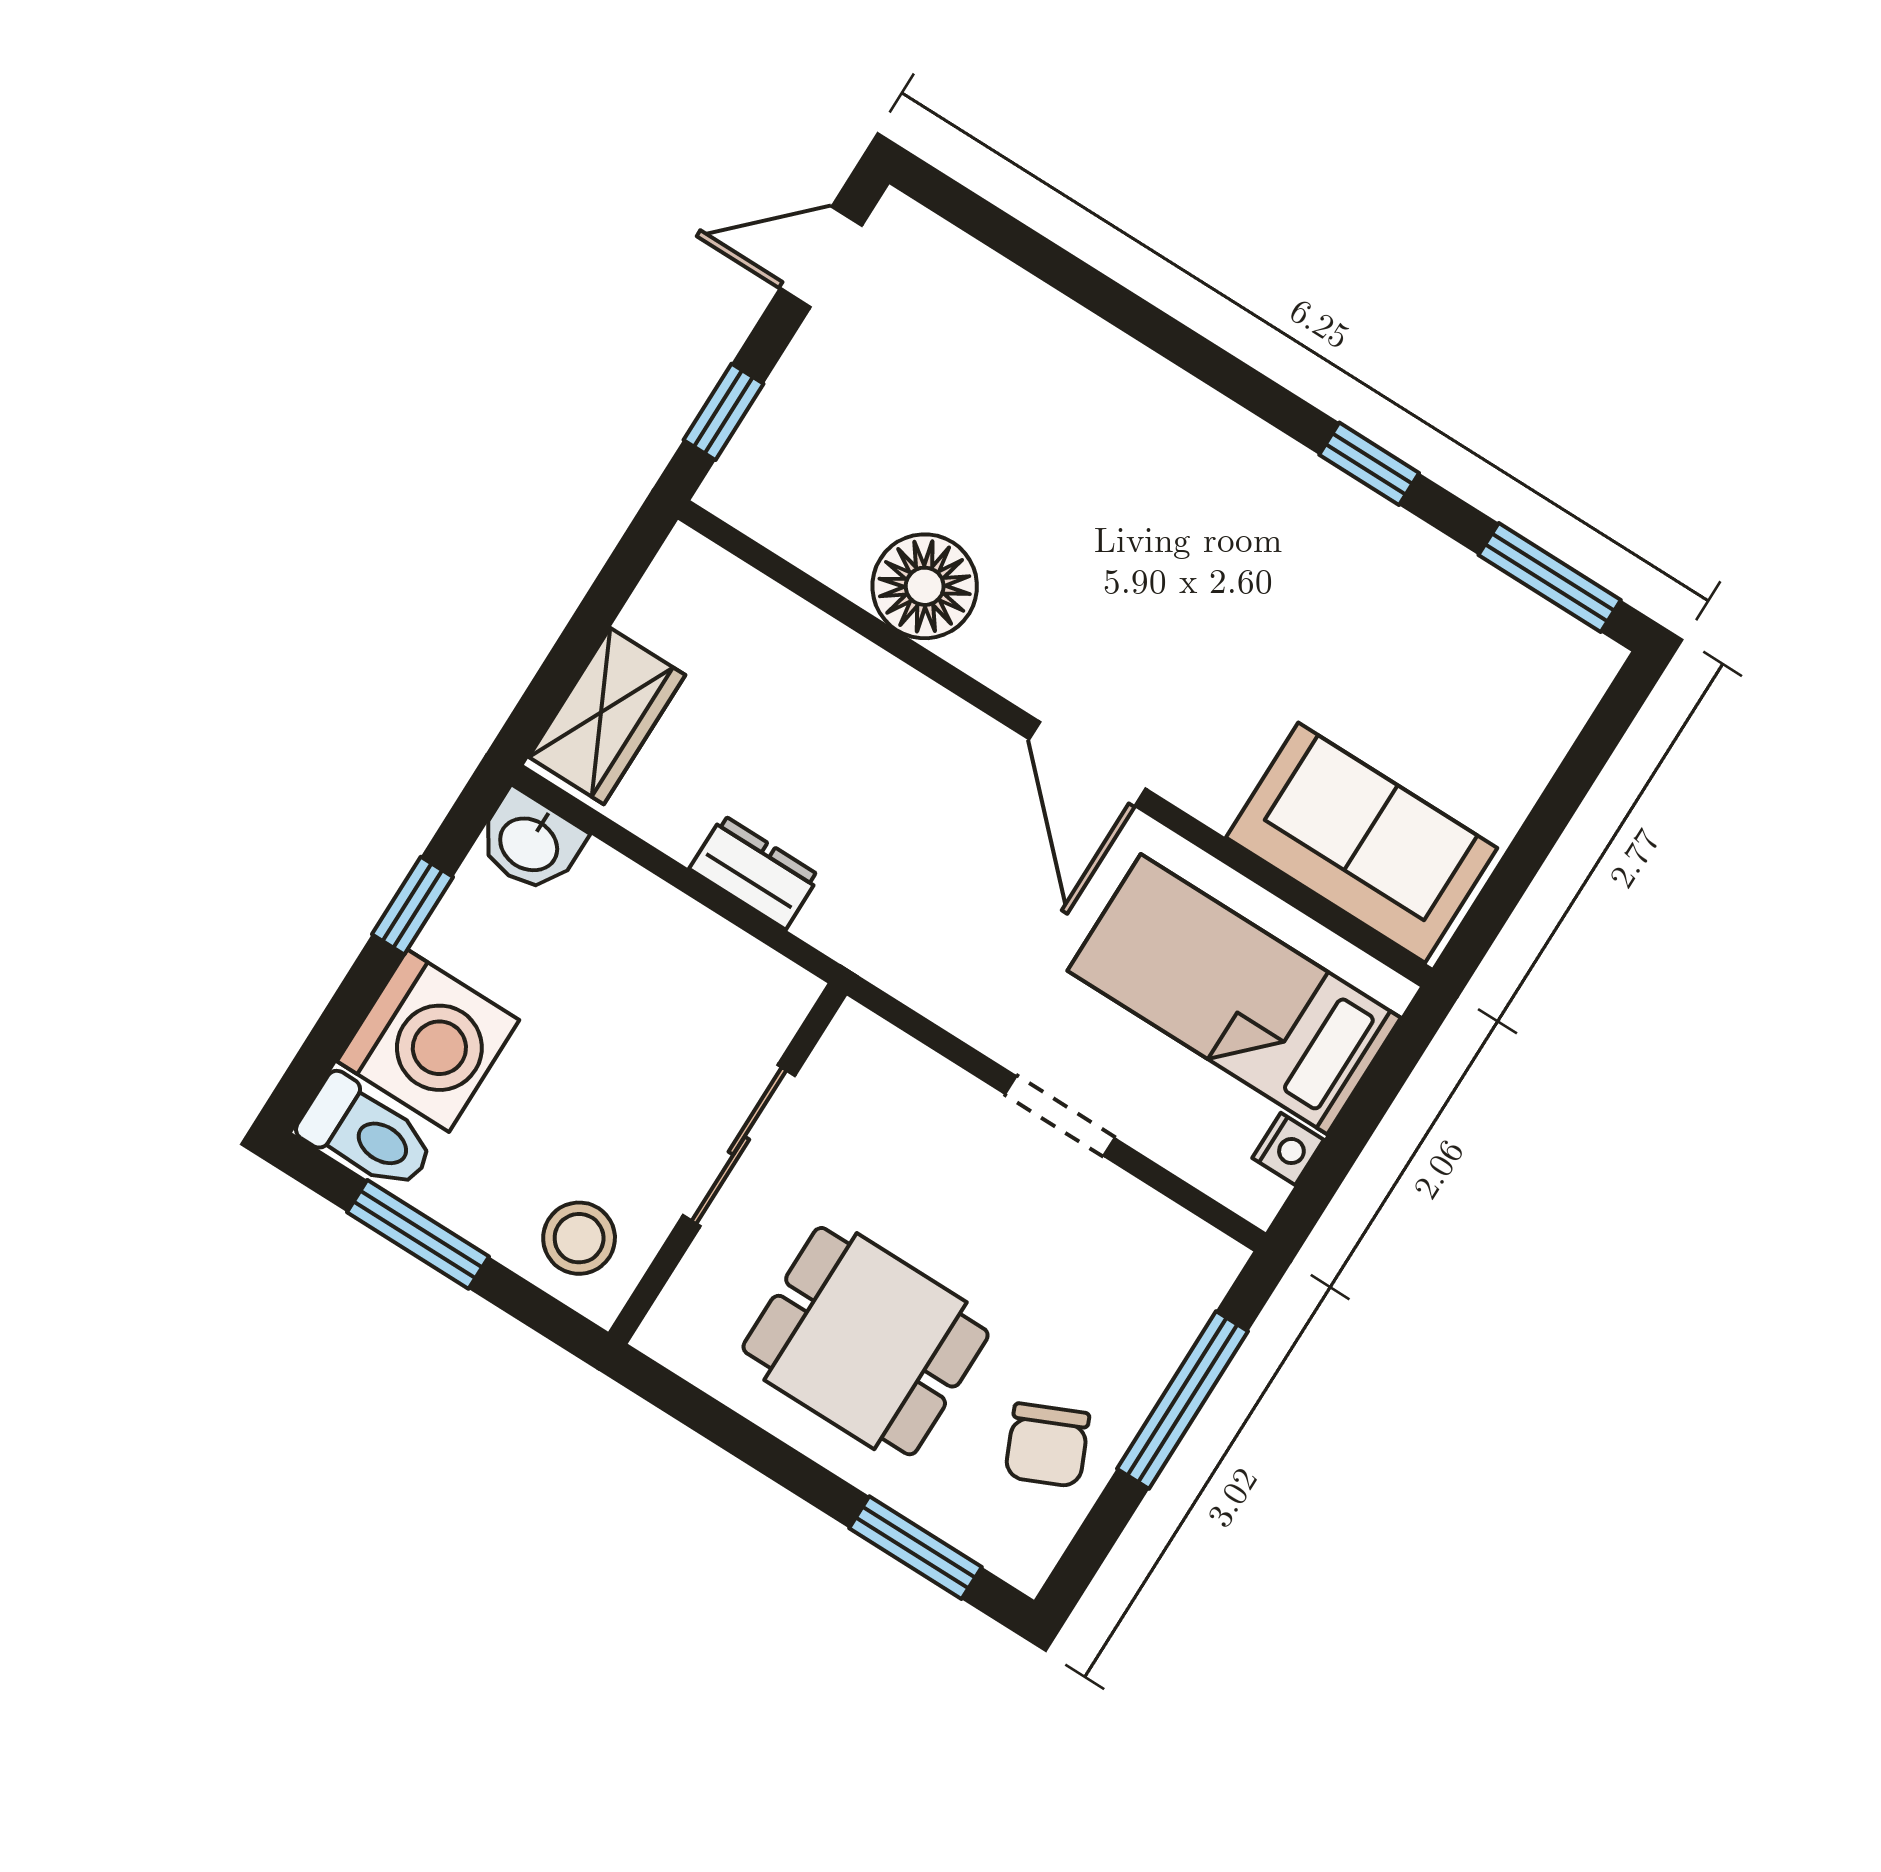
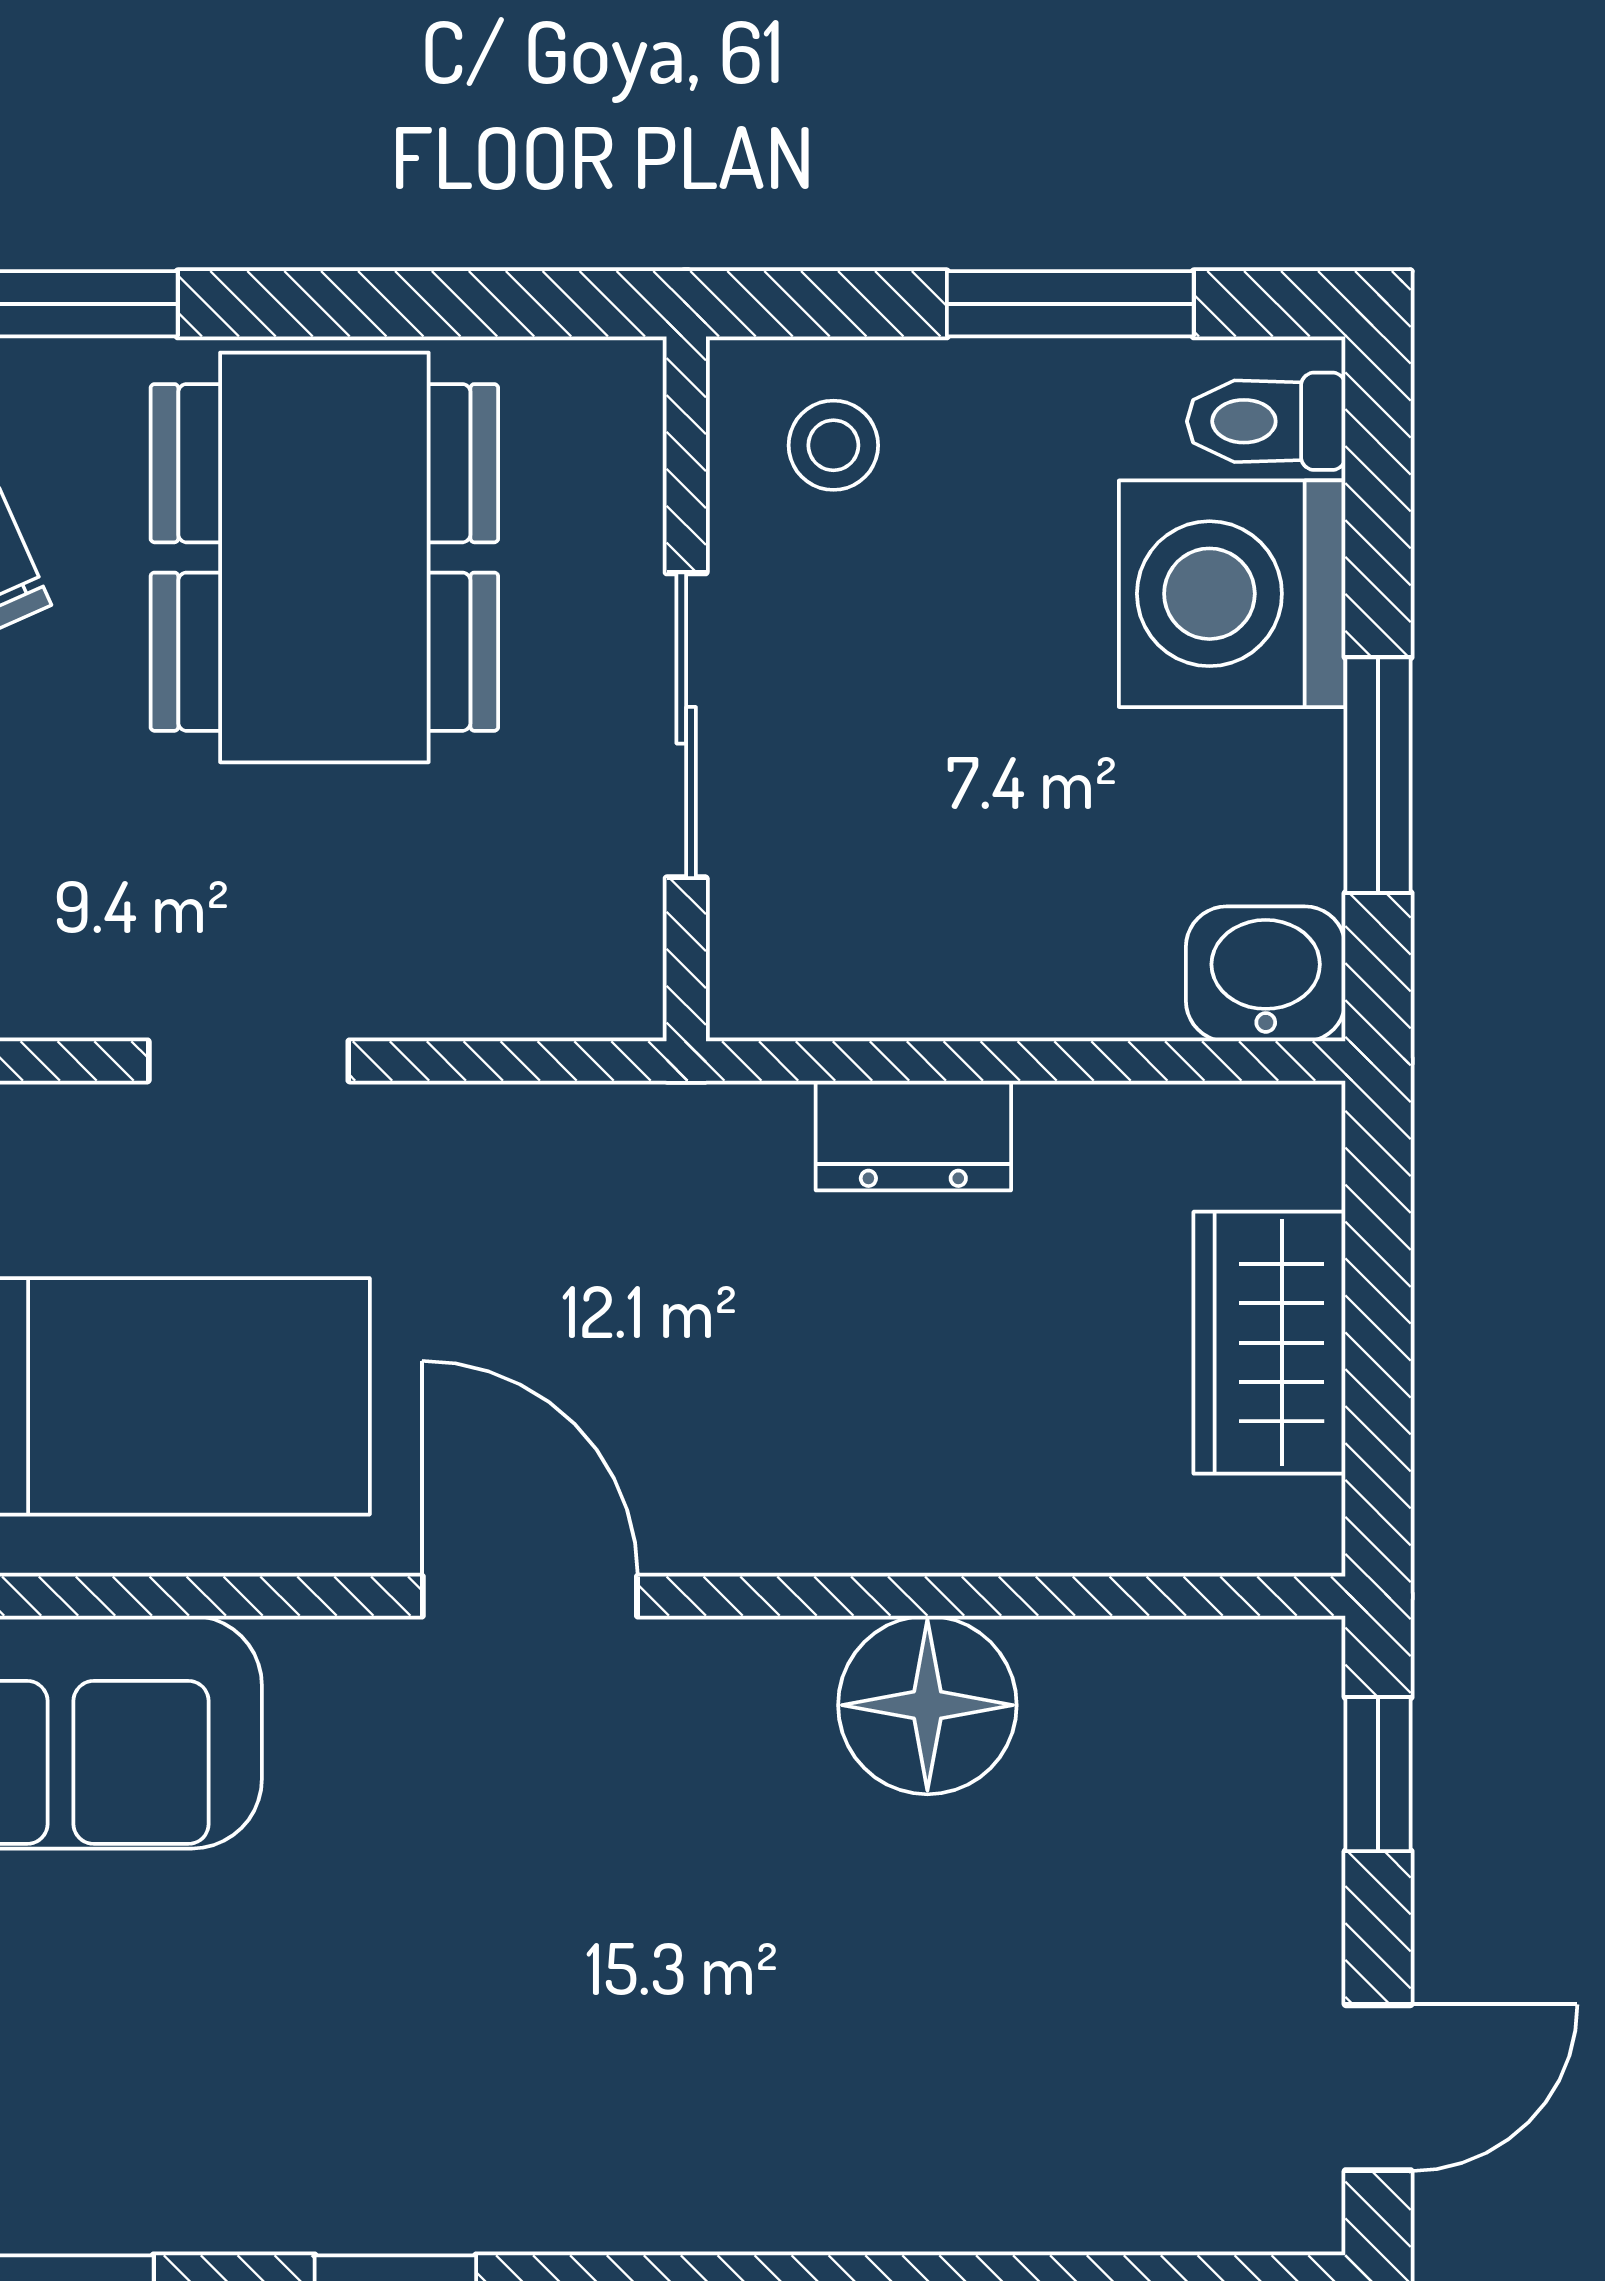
wardrobe: (607, 716) -> (1269, 1343), moved
window: (413, 906) -> (1378, 775), width x1.50
toilet: (367, 1134) -> (1266, 421), width x0.73, depth x0.72
stool: (579, 1238) -> (833, 445), width x0.73, depth x0.73
dining table: (866, 1341) -> (324, 557), width x1.38

